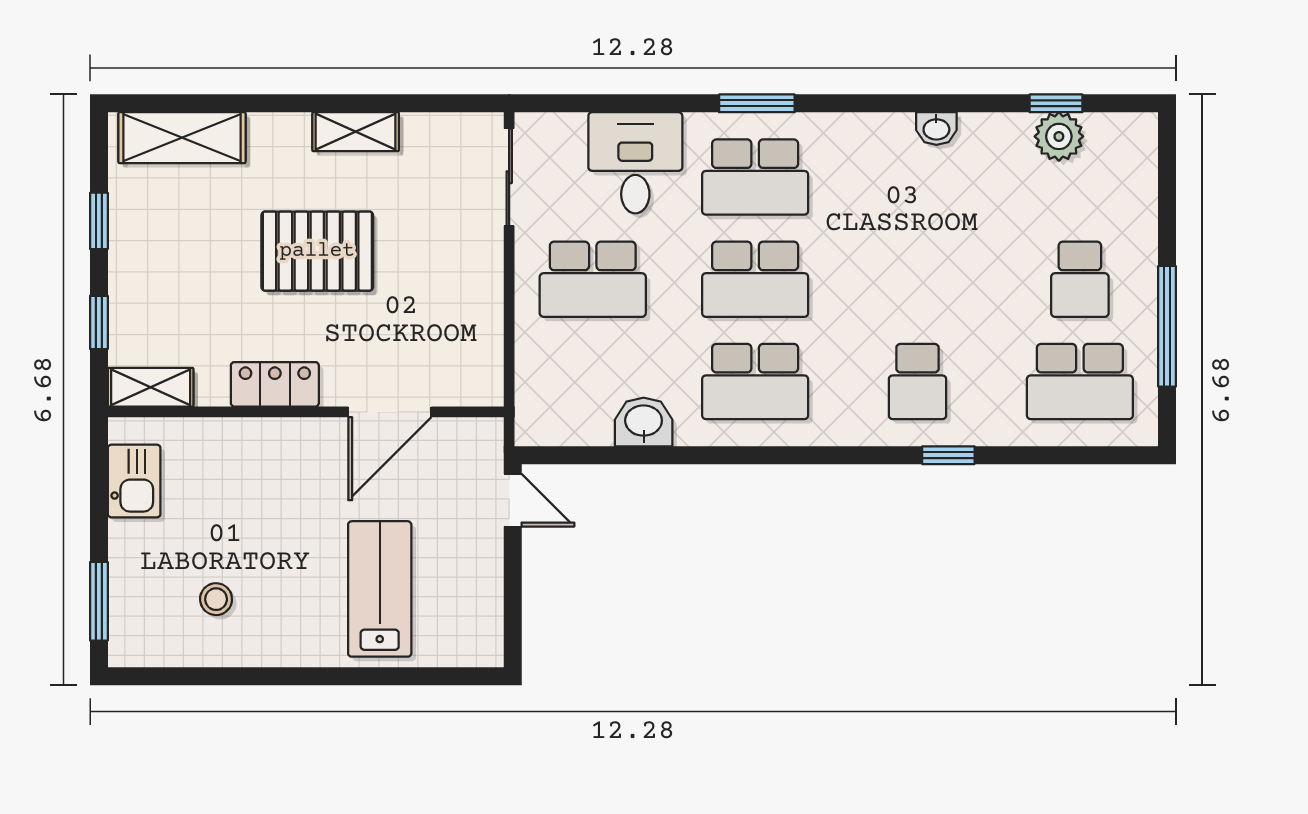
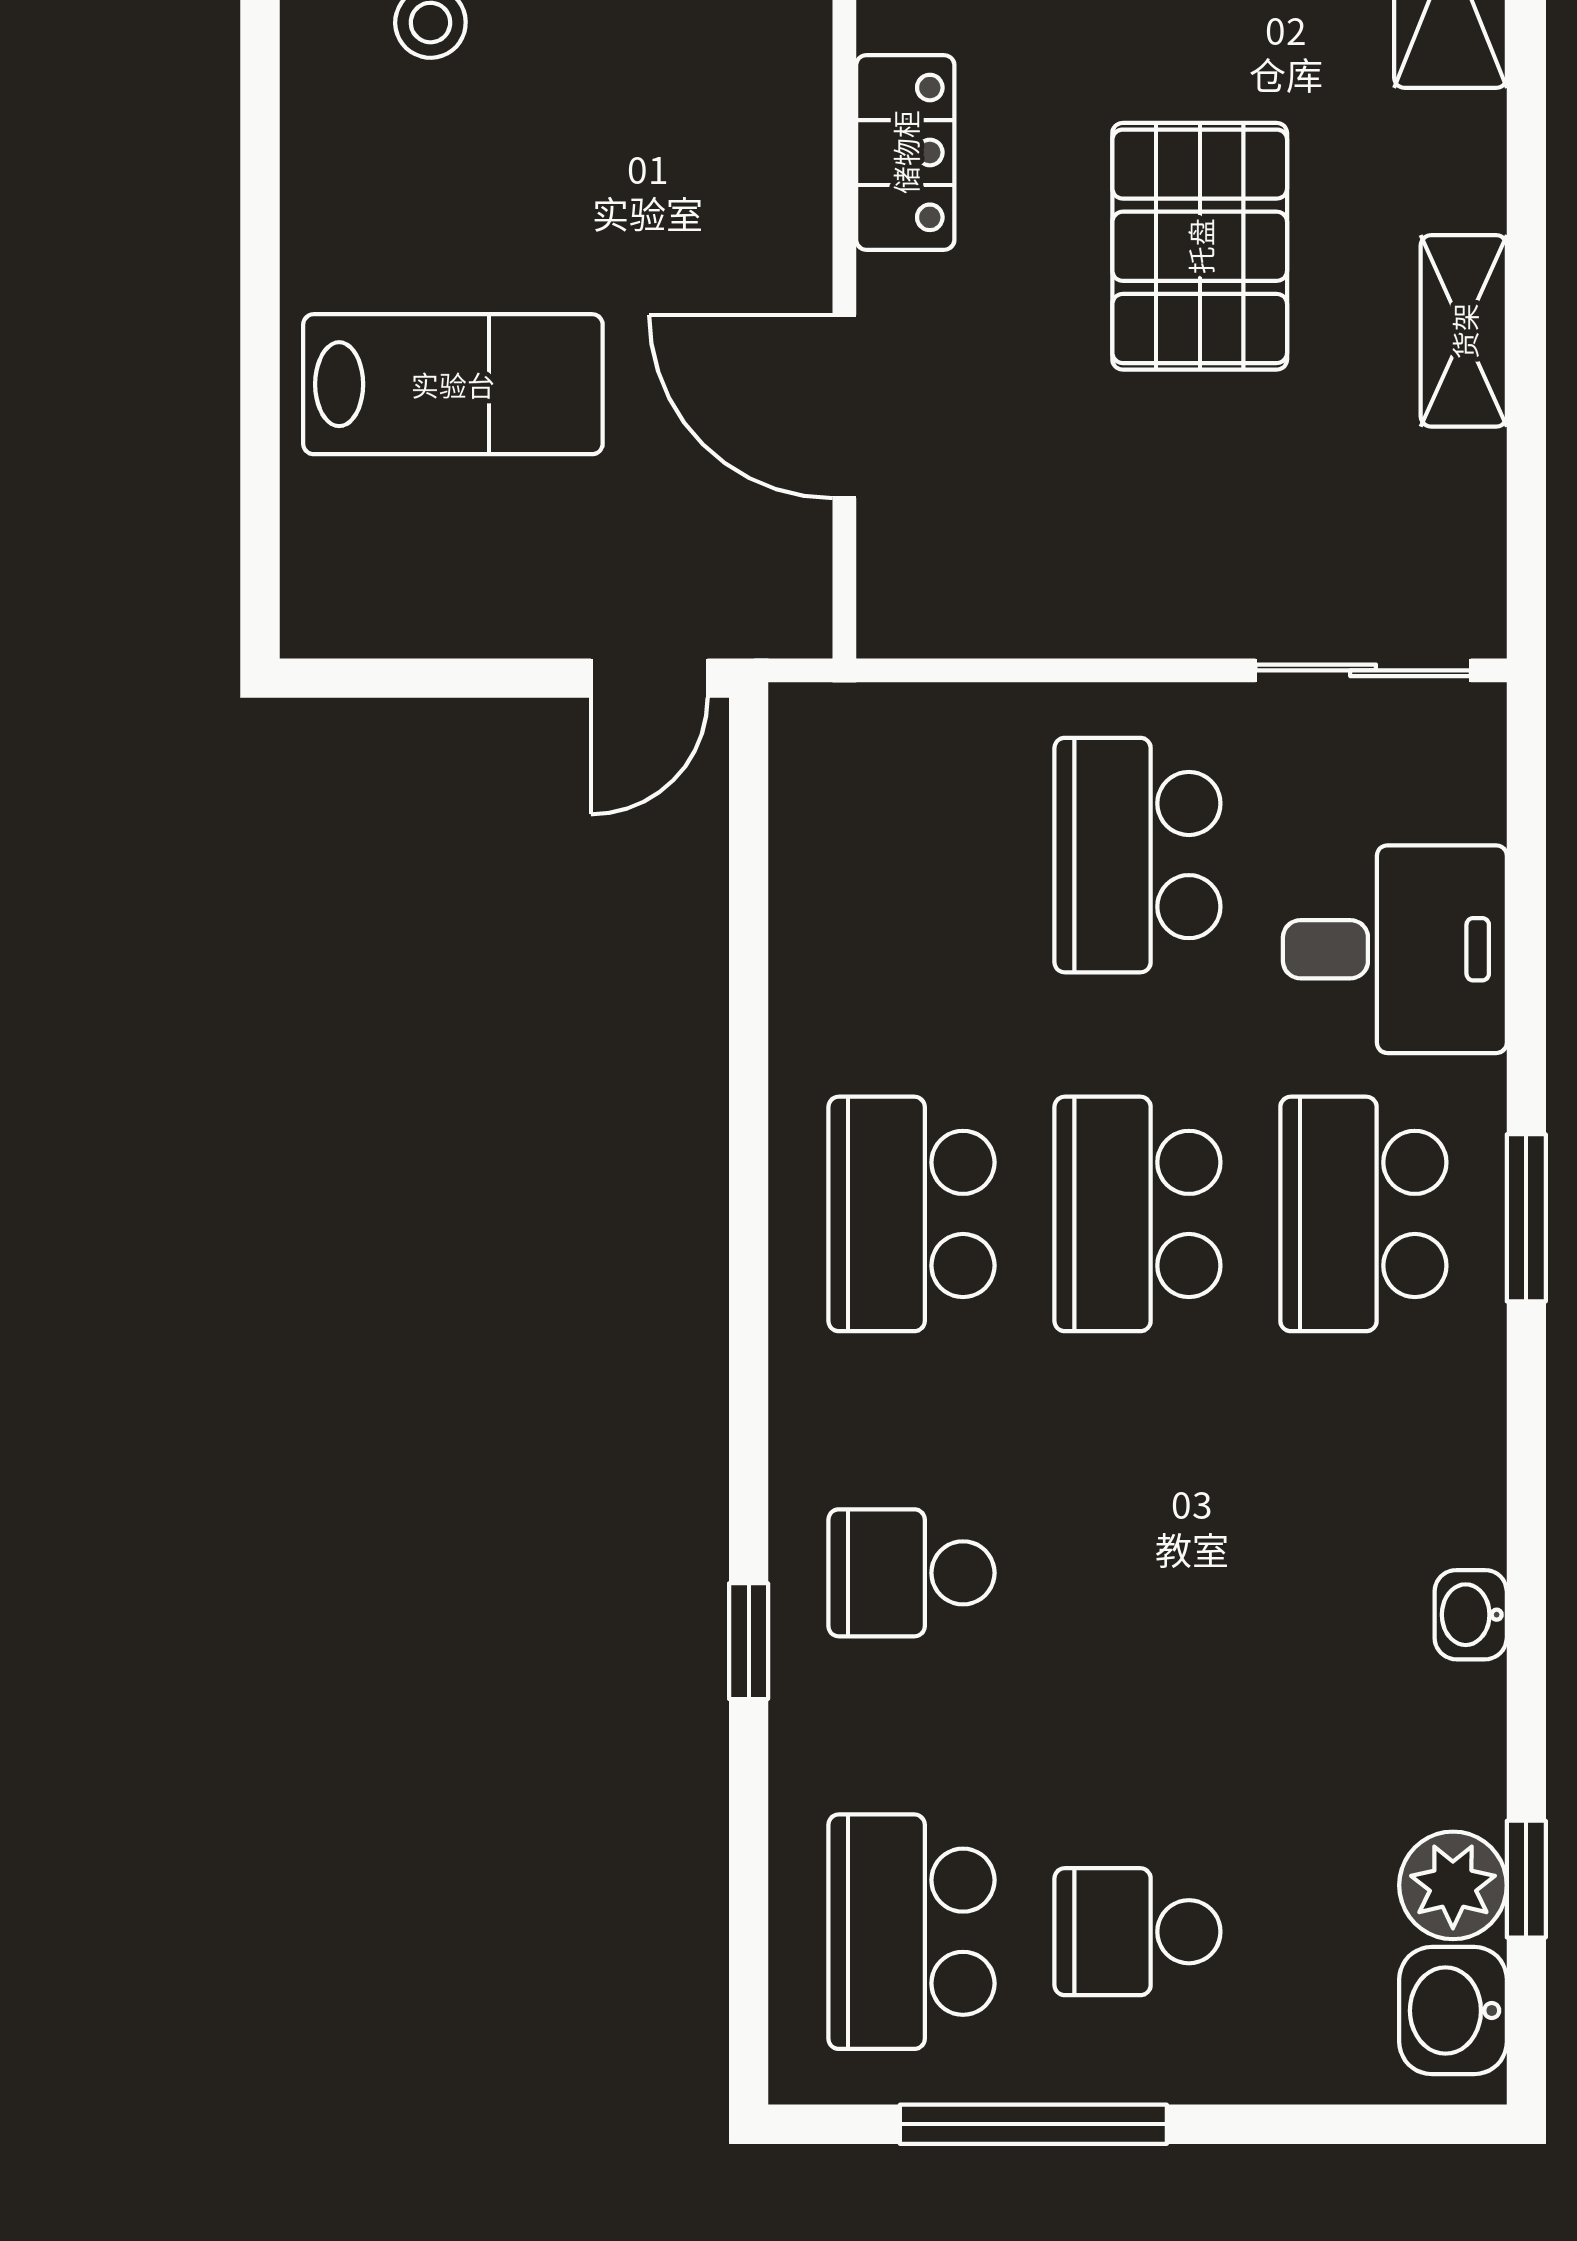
washbasin: (644, 422) -> (1453, 2011), moved, turned 180

